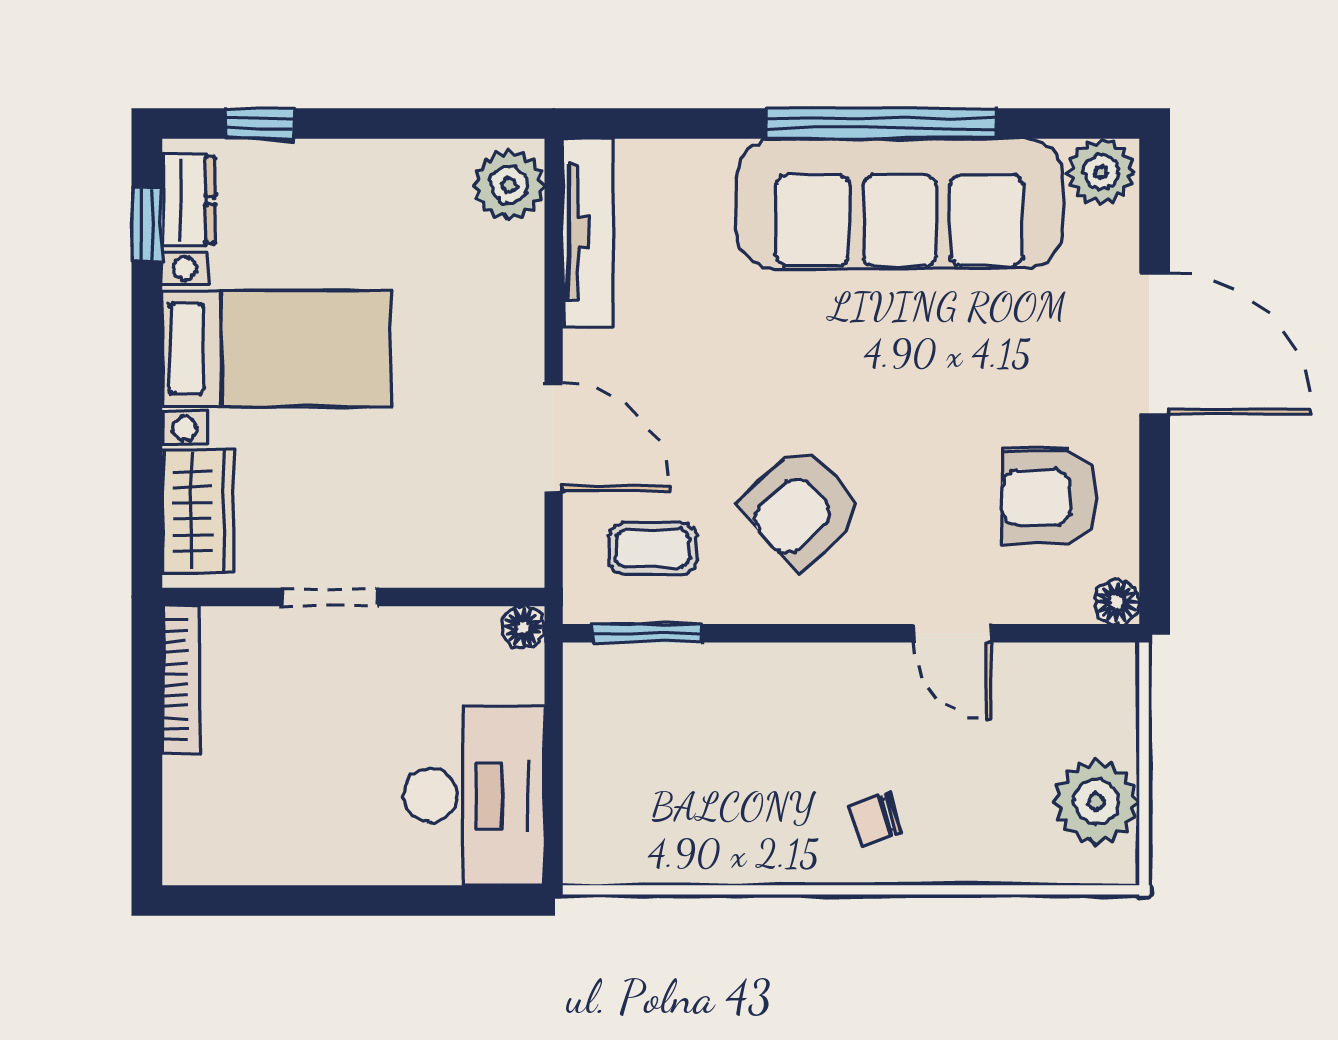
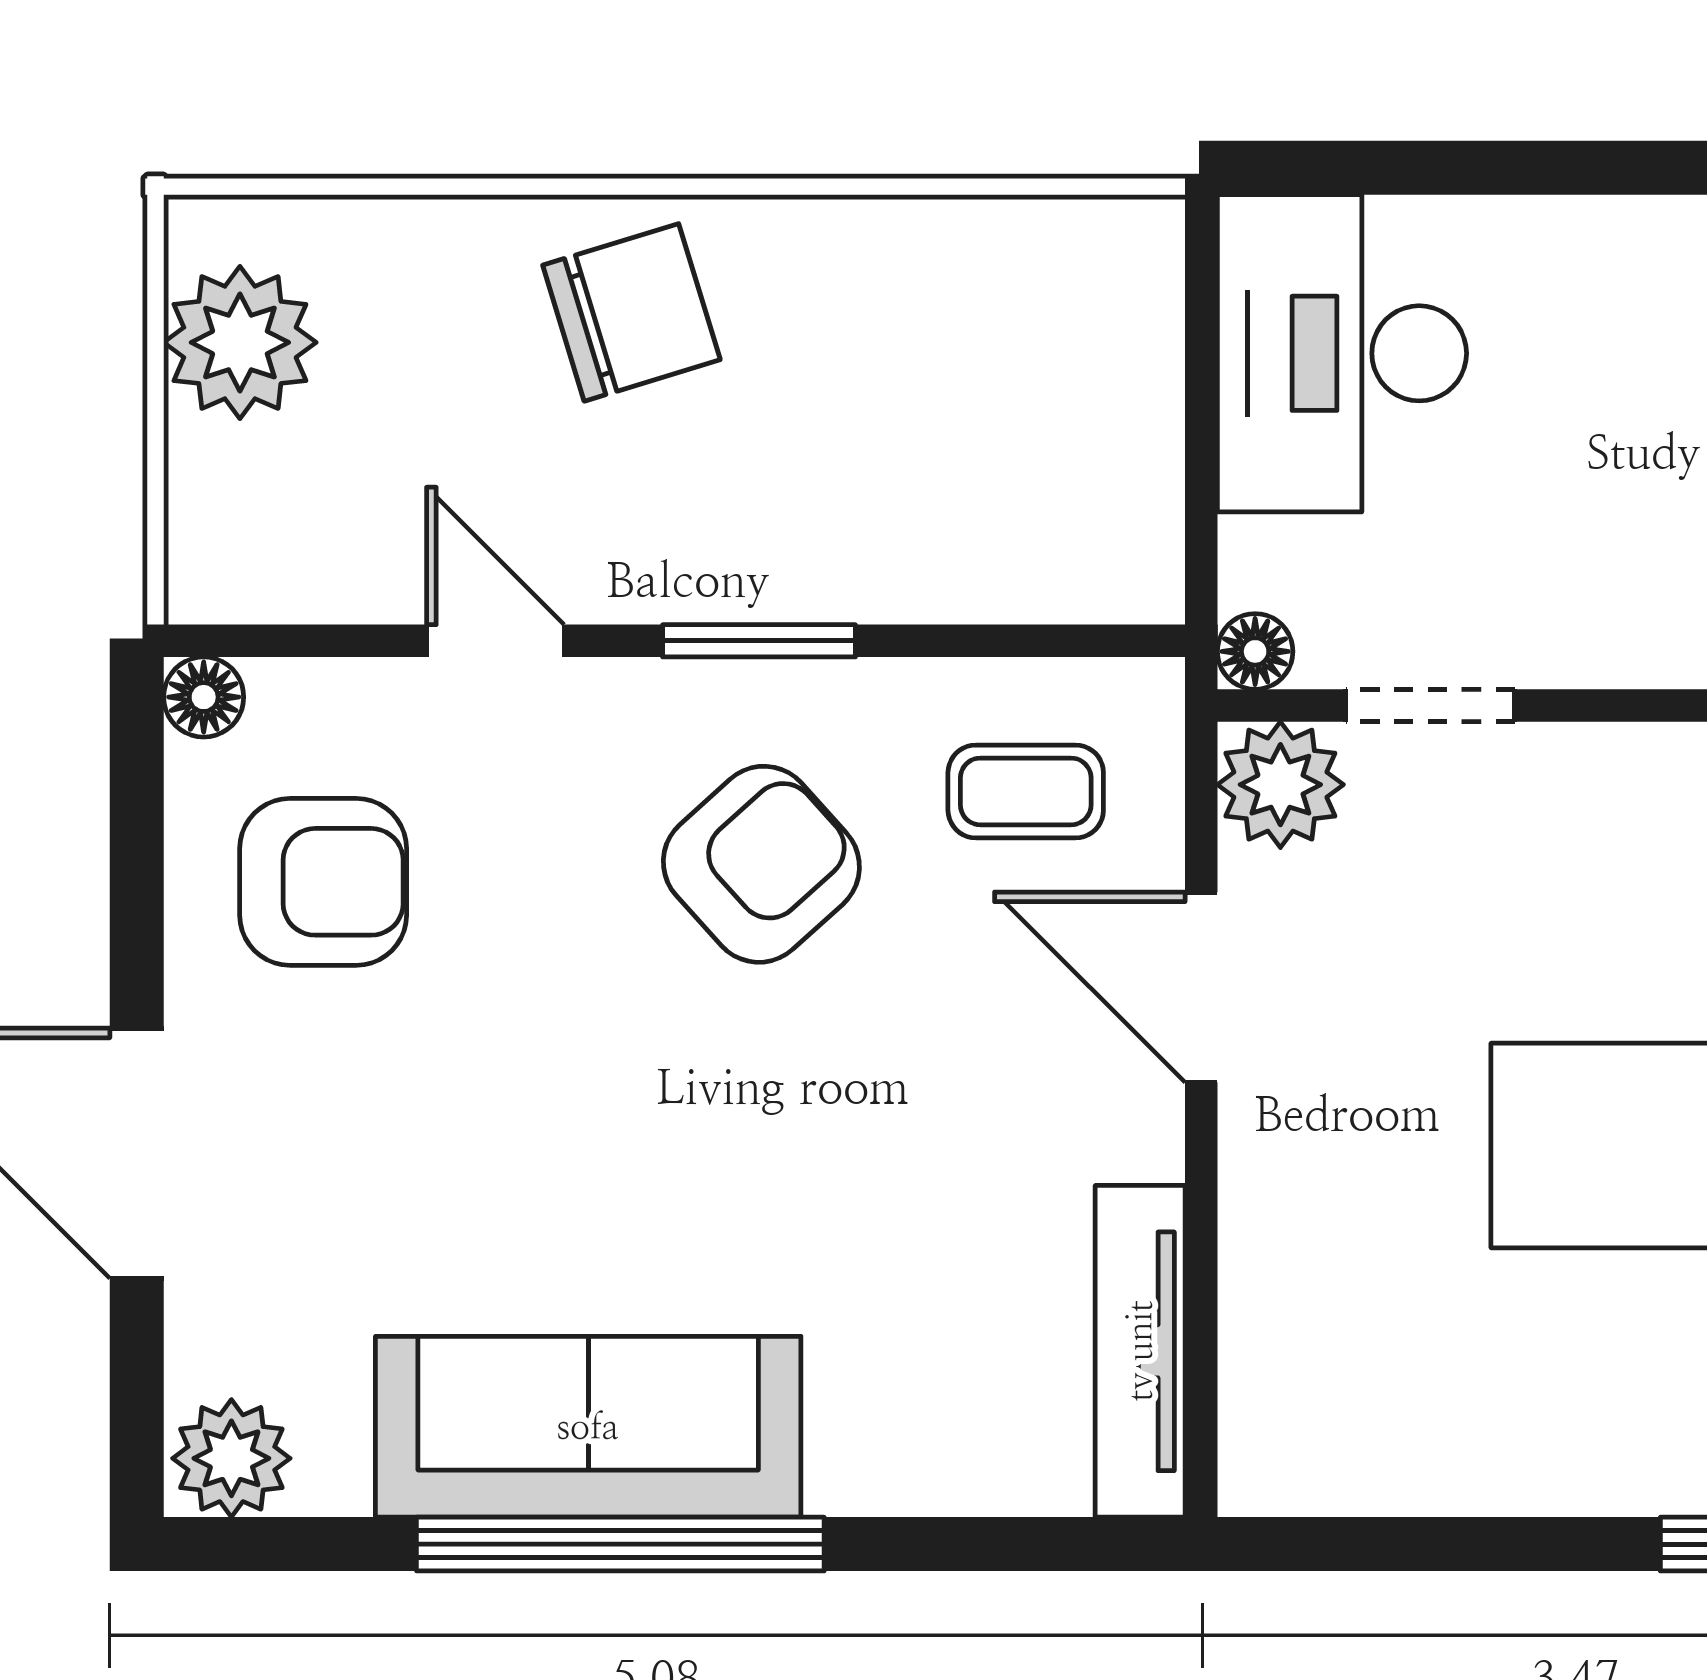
plant: (509, 185) -> (1280, 785), moved
sofa: (900, 203) -> (588, 1427), width x0.74, depth x0.79
doorway: (330, 597) -> (1430, 705), moved
window: (647, 633) -> (759, 641), moved
chair: (875, 819) -> (631, 312), width x1.87, depth x1.87

